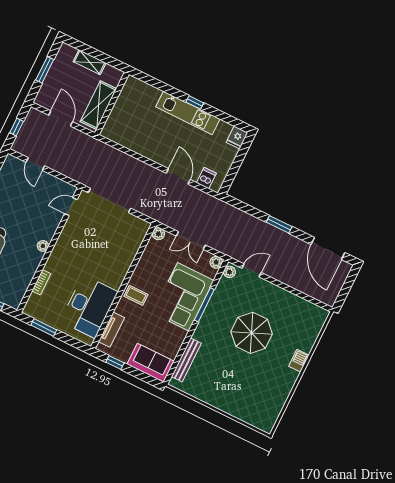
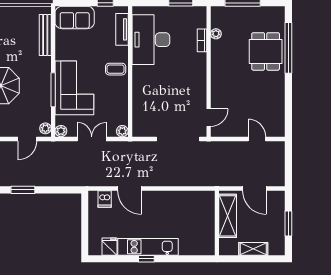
window: (17, 127) -> (288, 163), removed
fridge: (237, 137) -> (109, 247), moved
plant: (43, 246) -> (216, 34), moved

